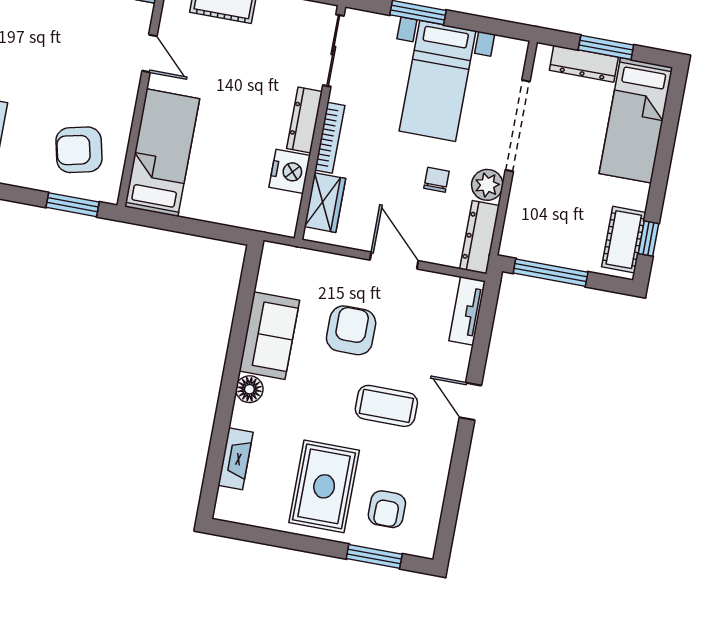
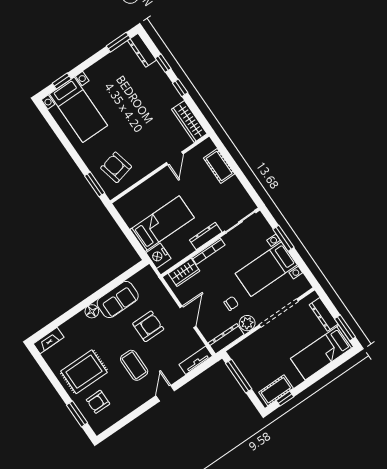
window: (606, 47) -> (345, 328), moved
bed: (162, 153) -> (162, 224), moved
nightstand: (290, 171) -> (158, 256), moved, turned 90
fireplace: (236, 459) -> (49, 340), moved

